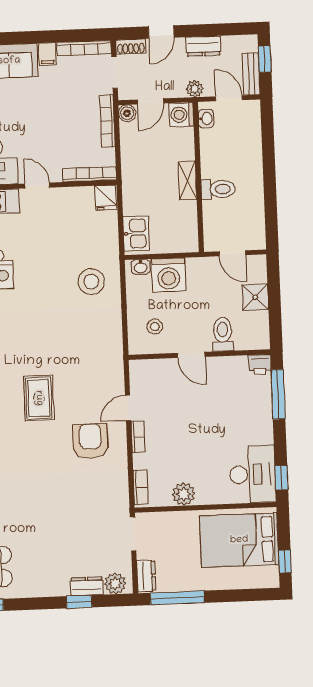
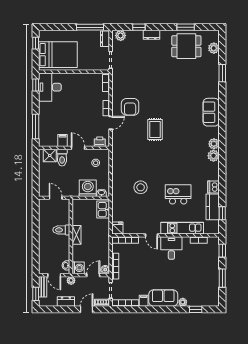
stool: (91, 282) -> (141, 187), moved
shower: (255, 297) -> (50, 156), moved
printer: (260, 365) -> (100, 142), moved
filing cabinet: (223, 368) -> (63, 141), added
plant: (184, 494) -> (85, 79), removed
dresser: (87, 586) -> (152, 35), moved

